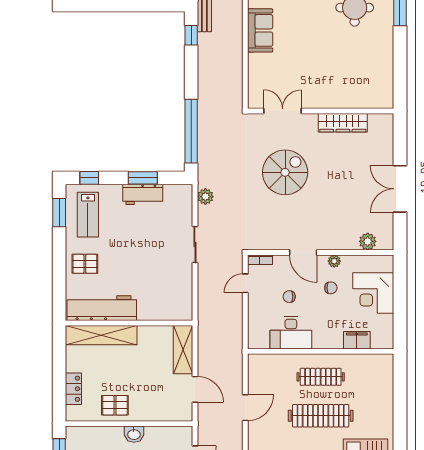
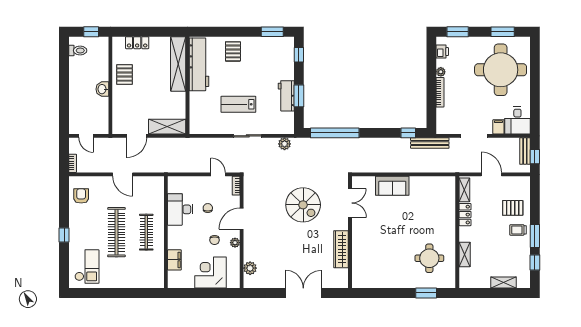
sofa: (260, 30) -> (392, 186), moved
double door: (400, 189) -> (303, 293), moved
lab bench: (88, 215) -> (238, 104), moved

